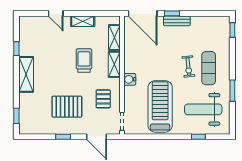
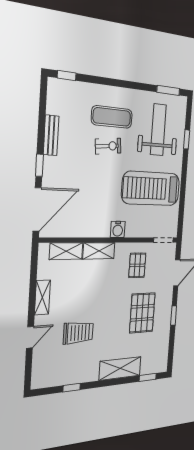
bench: (177, 21) -> (51, 135), moved
trolley: (84, 61) -> (78, 333), moved, turned 180
shelving: (26, 74) -> (120, 368), moved
window: (232, 91) -> (168, 90), moved
pallet: (103, 99) -> (137, 265), turned 90
weight bench: (203, 109) -> (158, 130), turned 180

